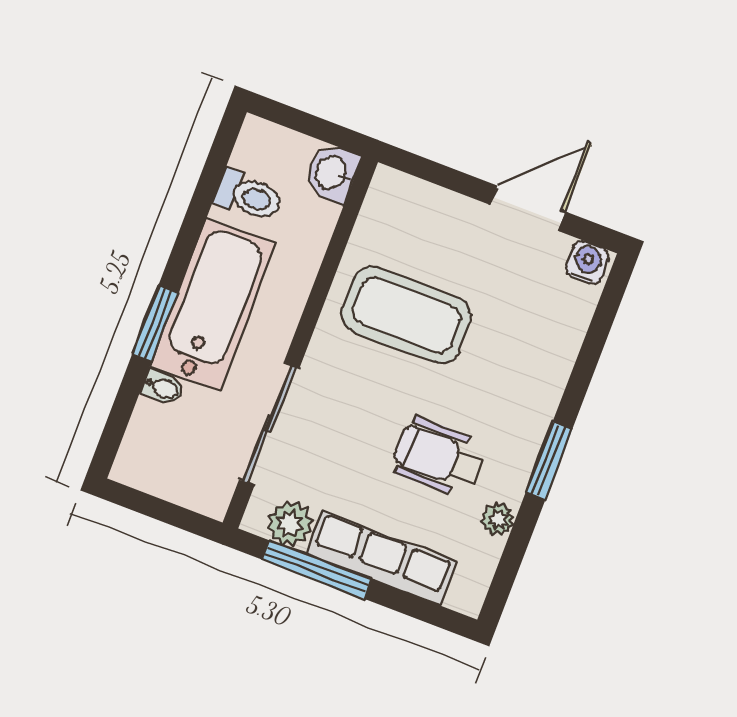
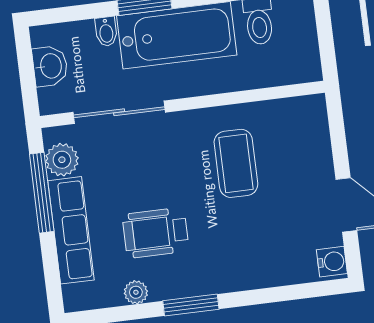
washbasin: (332, 173) -> (50, 66), moved, turned 90
coffee table: (406, 315) -> (236, 163), width x0.73, depth x0.76
wheelchair: (439, 457) -> (156, 233), turned -90

